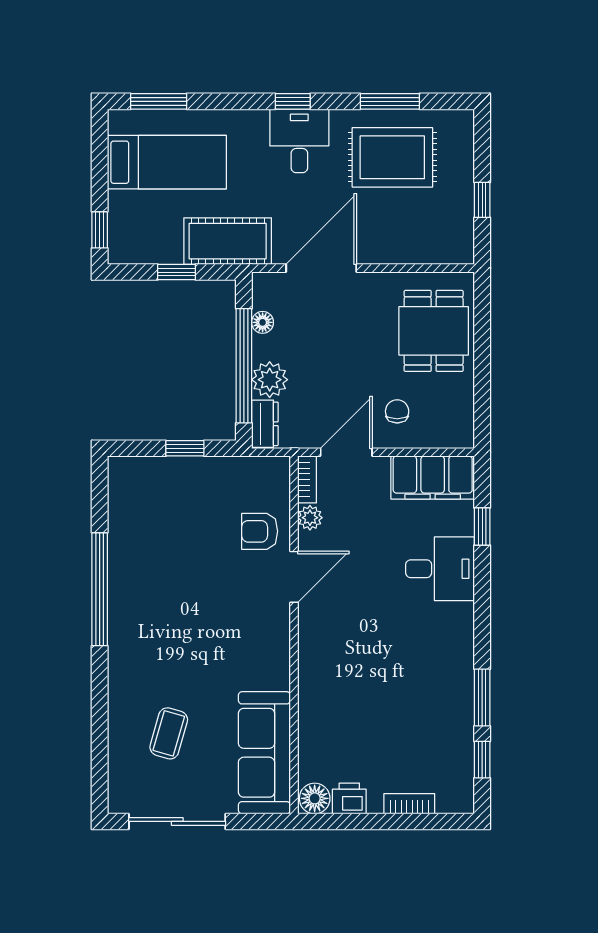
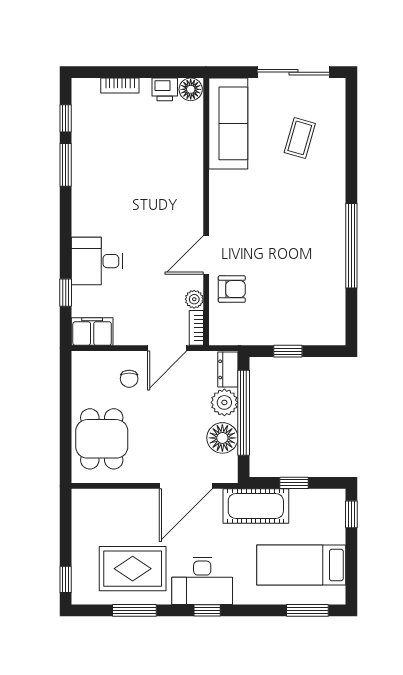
desk: (299, 141) -> (202, 581), width x1.37
window: (482, 200) -> (66, 579), moved
floor lamp: (263, 322) -> (222, 438), width x1.89, depth x1.89
filing cabinet: (433, 478) -> (92, 332), width x0.67, depth x0.86

